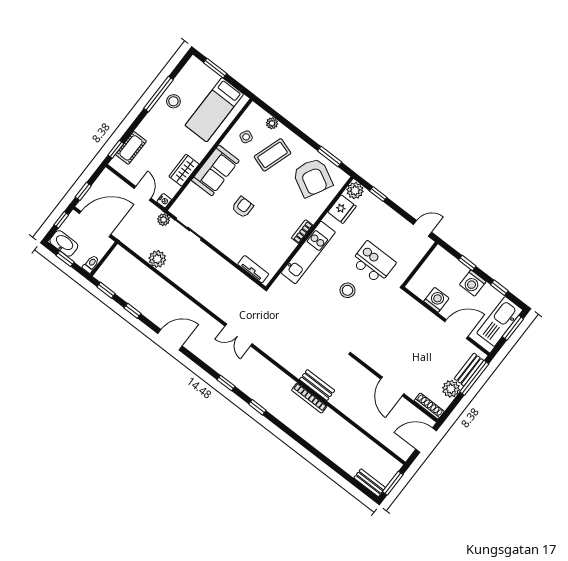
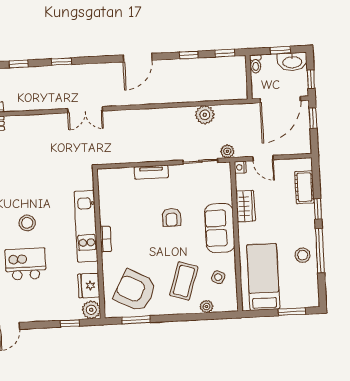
window: (116, 149) -> (318, 209), moved
kitchen island: (373, 263) -> (26, 264), turned 180
tv unit: (253, 269) -> (151, 172), moved
double door: (238, 335) -> (85, 110), swing flipped

